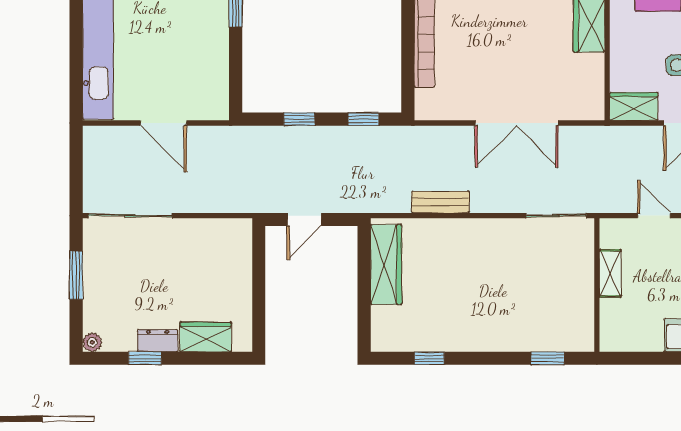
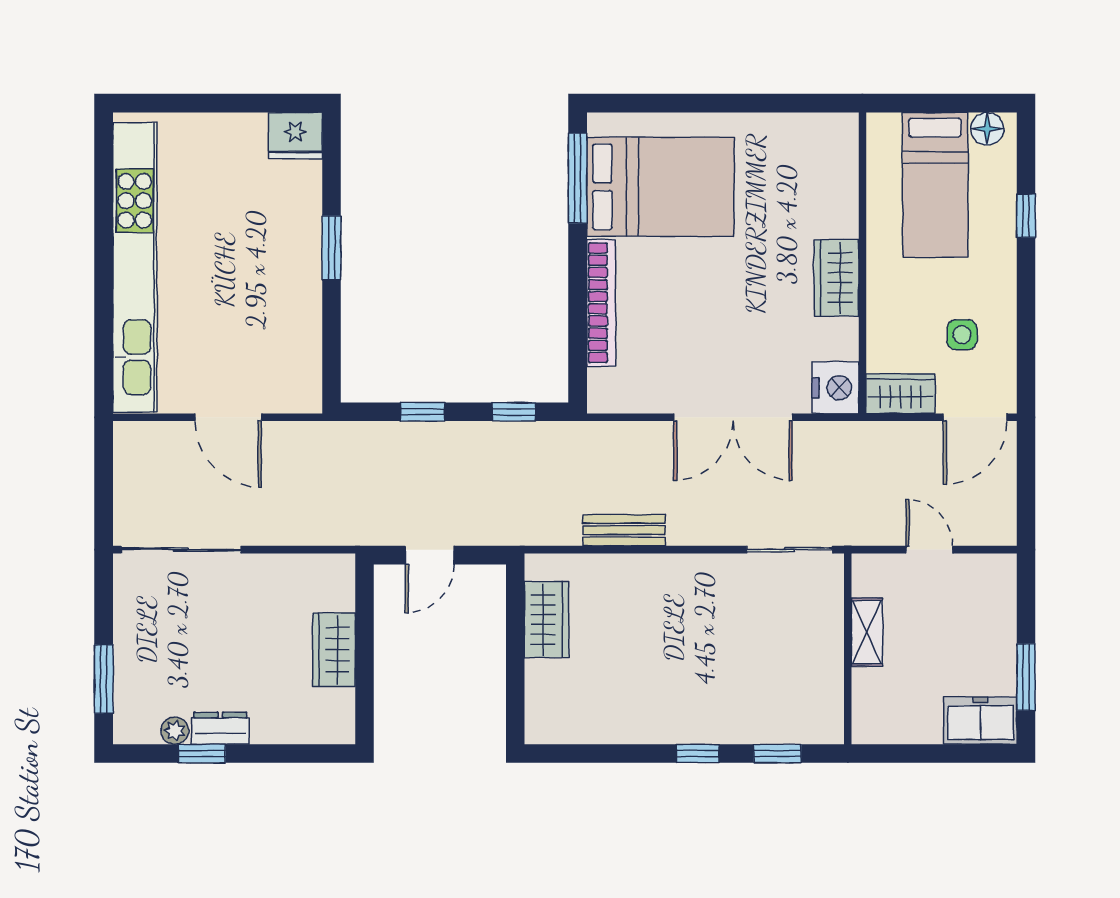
nightstand: (588, 102) -> (835, 388), added
wardrobe: (386, 264) -> (547, 619), width x0.67
window: (76, 275) -> (104, 679), moved
wardrobe: (206, 337) -> (334, 650), moved, turned -90
plant: (92, 342) -> (175, 731), moved
window: (429, 358) -> (698, 754), moved

